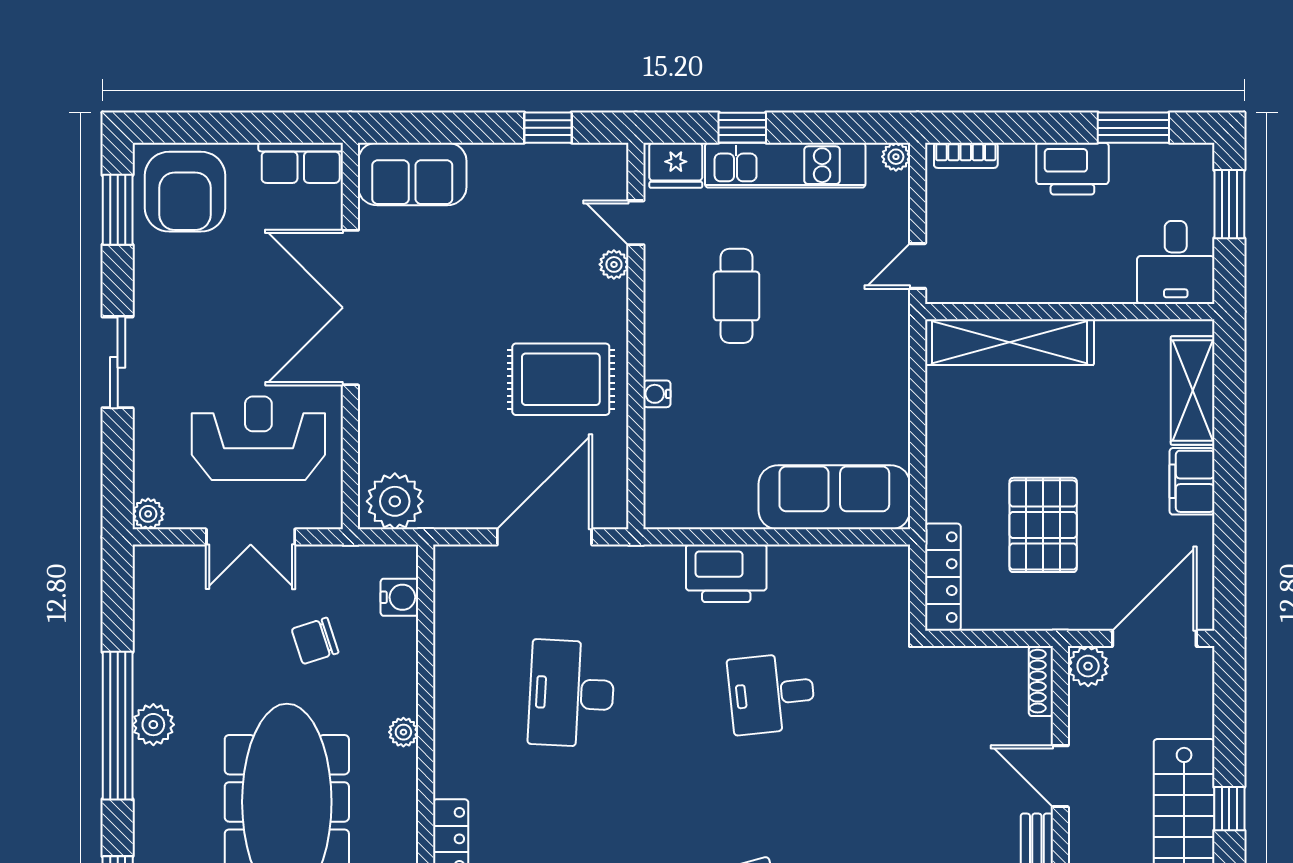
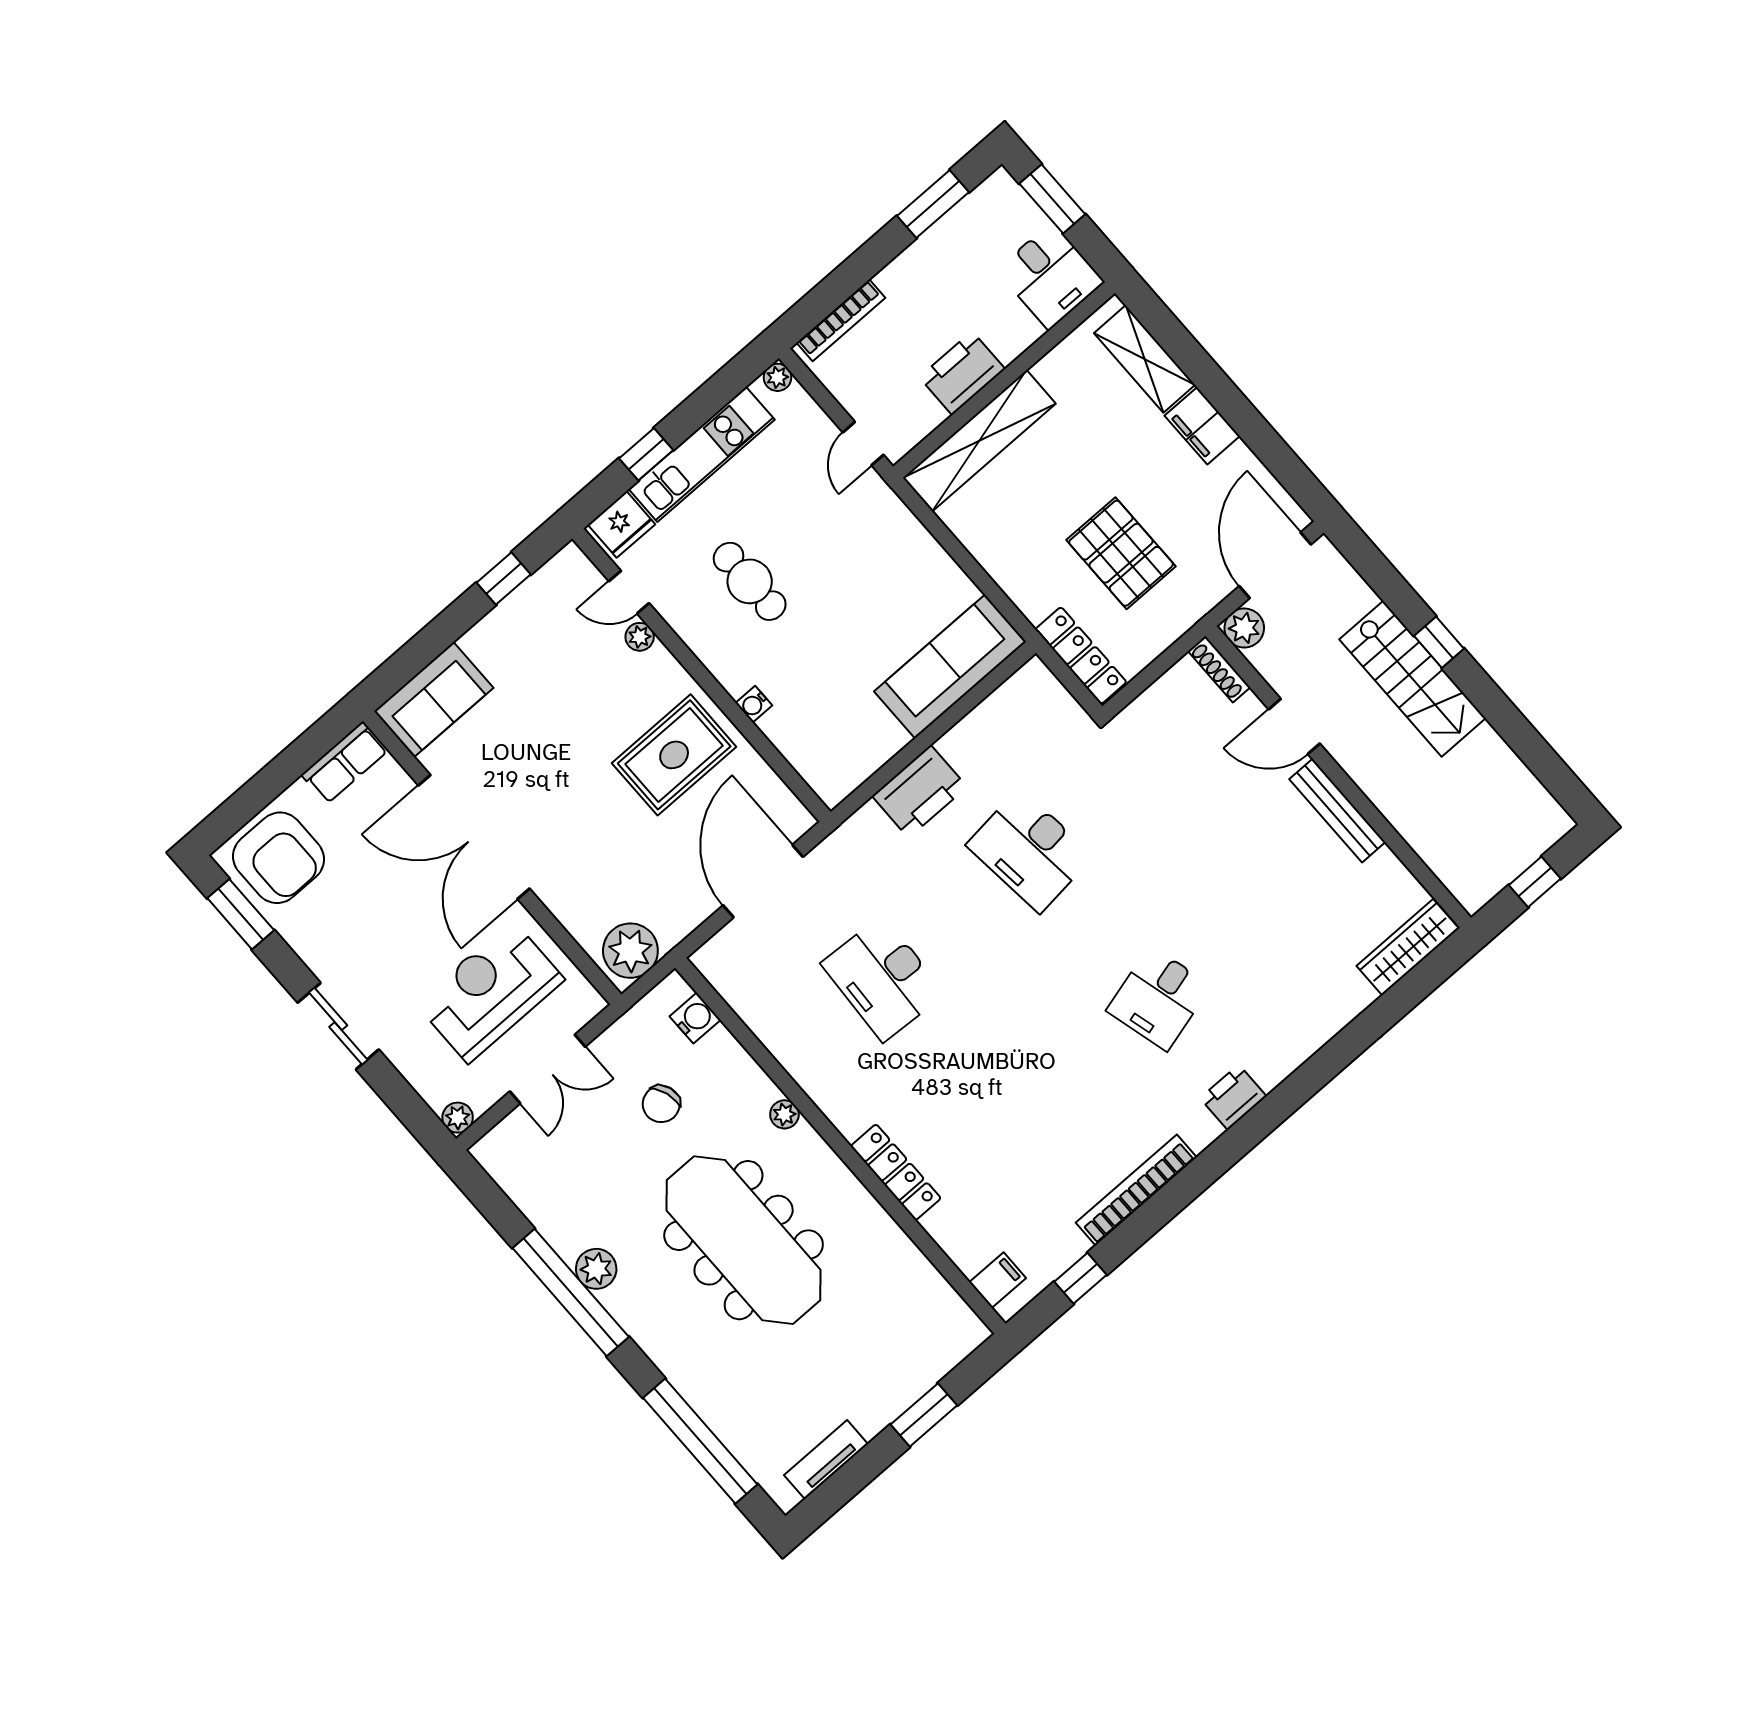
bookcase: (966, 155) -> (841, 320), width x1.56
printer: (1072, 169) -> (962, 373), moved, turned 180
desk: (772, 693) -> (1030, 850), width x1.37

